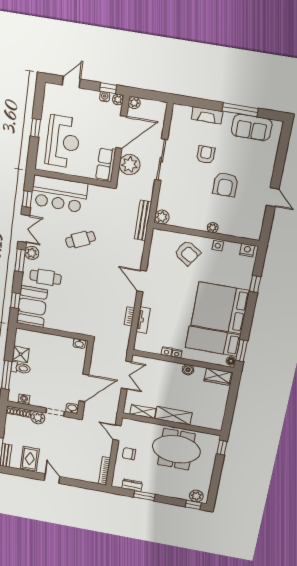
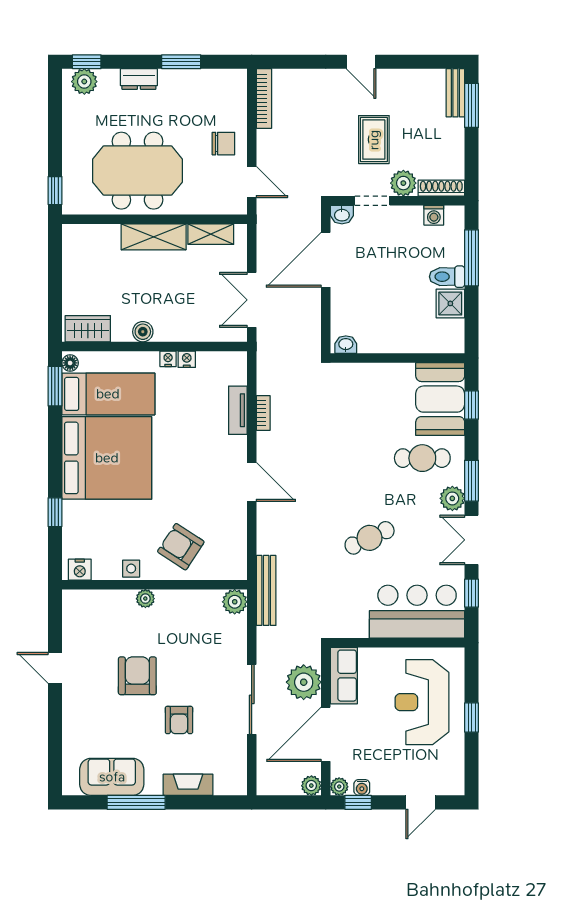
rug: (30, 459) -> (374, 140), moved
dresser: (132, 485) -> (139, 79), moved

